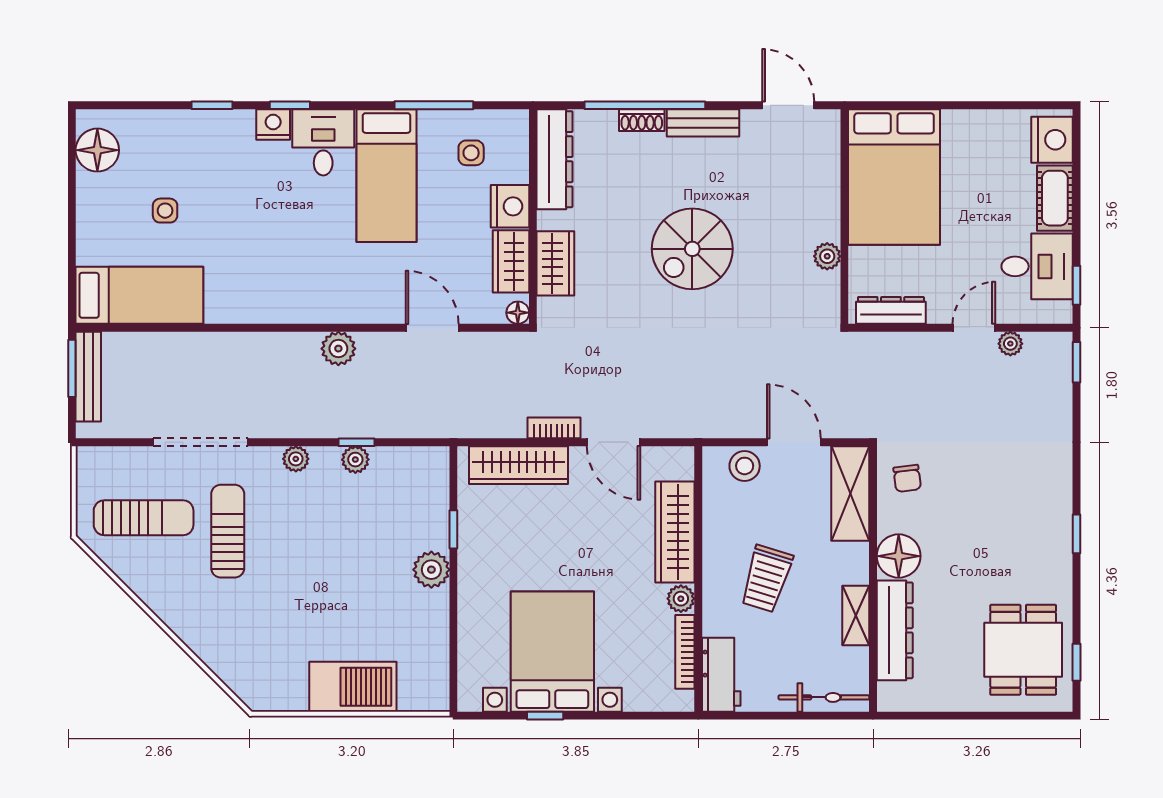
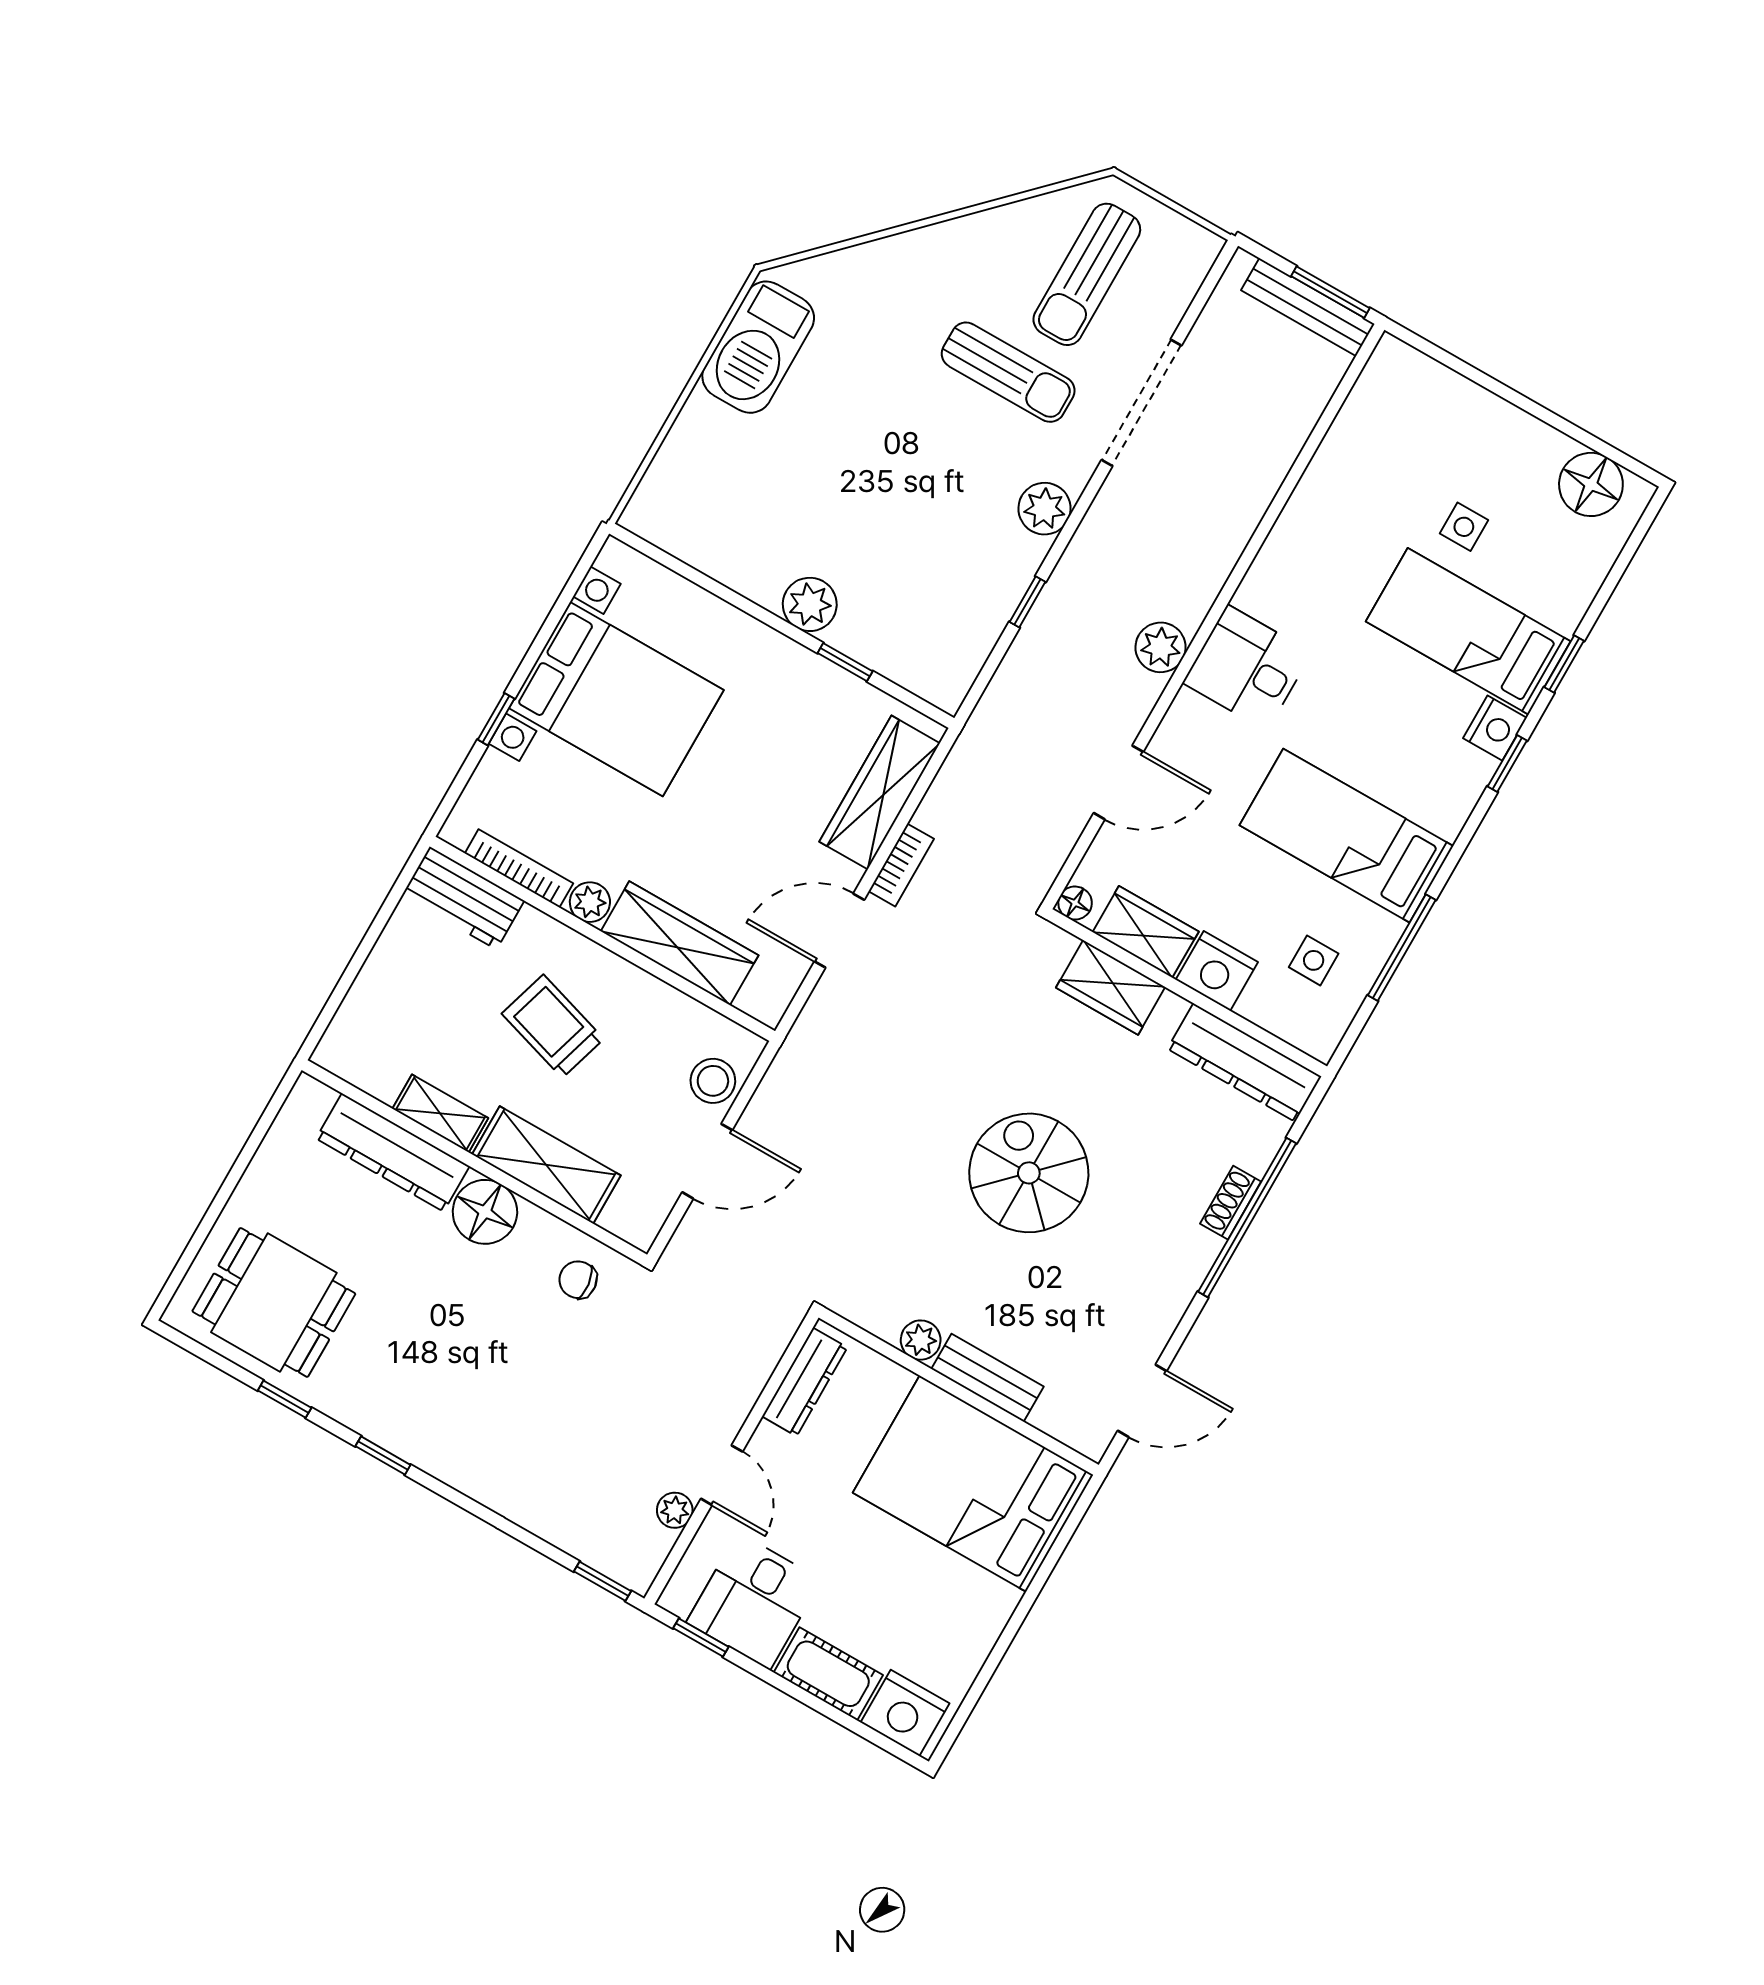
bench: (703, 123) -> (987, 1378), moved, turned 90
desk: (323, 142) -> (1247, 668), moved, turned 180
bed: (139, 295) -> (1468, 631), moved, turned 90
plant: (296, 459) -> (1045, 509), width x1.38, depth x1.38
plant: (355, 460) -> (1006, 588), removed
shelving: (850, 493) -> (546, 1165), moved
window: (1076, 662) -> (285, 1399), moved
barbecue: (353, 687) -> (758, 347), moved
bicycle: (824, 697) -> (359, 1013), removed
window: (545, 716) -> (496, 719), moved

